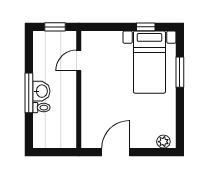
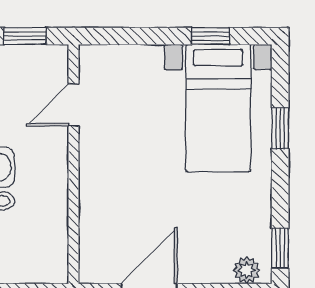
window: (180, 72) -> (280, 128), width x0.67
window: (180, 131) -> (280, 248), added

